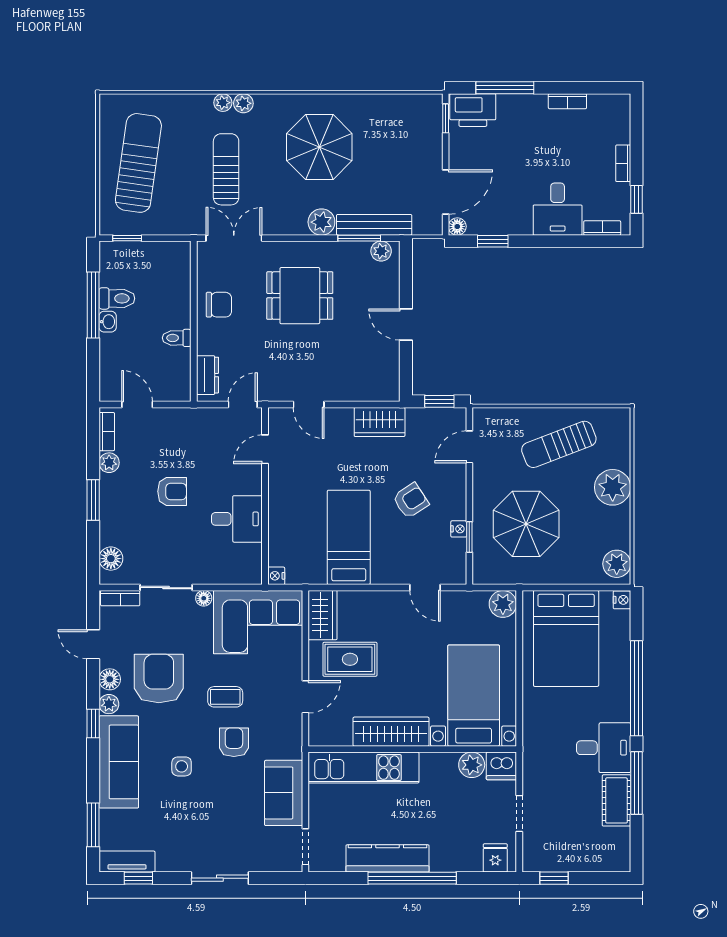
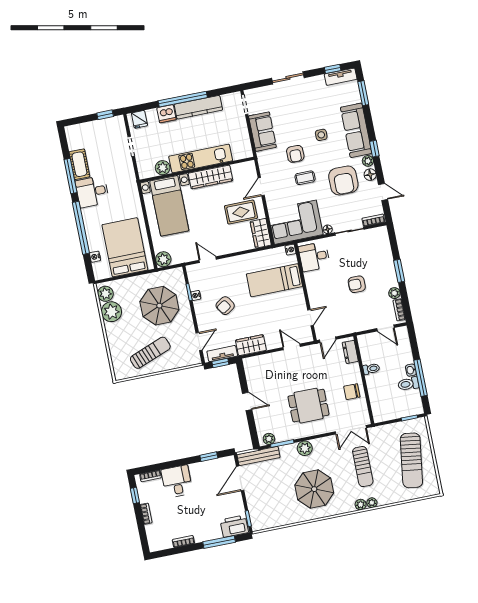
bench: (374, 225) -> (259, 456), moved
floor lamp: (457, 226) -> (230, 461), removed
tv unit: (433, 417) -> (222, 354), added
plant: (613, 487) -> (111, 312), moved
desk: (237, 519) -> (314, 257), moved
bed: (349, 537) -> (274, 280), moved, turned 90
floor lamp: (111, 559) -> (383, 241), removed
nightstand: (622, 600) -> (95, 257), moved
dishwasher: (501, 766) -> (166, 114), moved, turned 180
kitchen unit: (364, 768) -> (201, 159), moved

